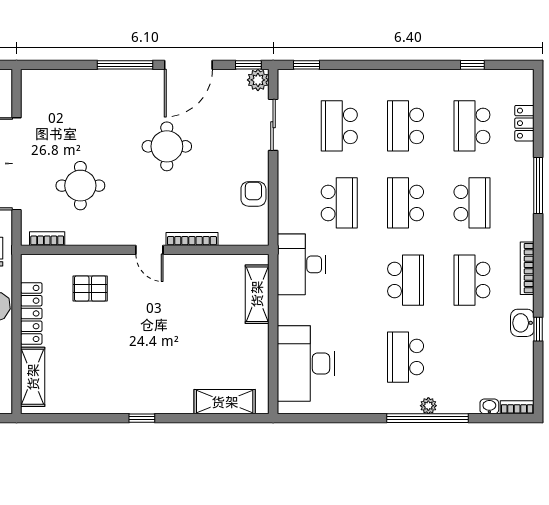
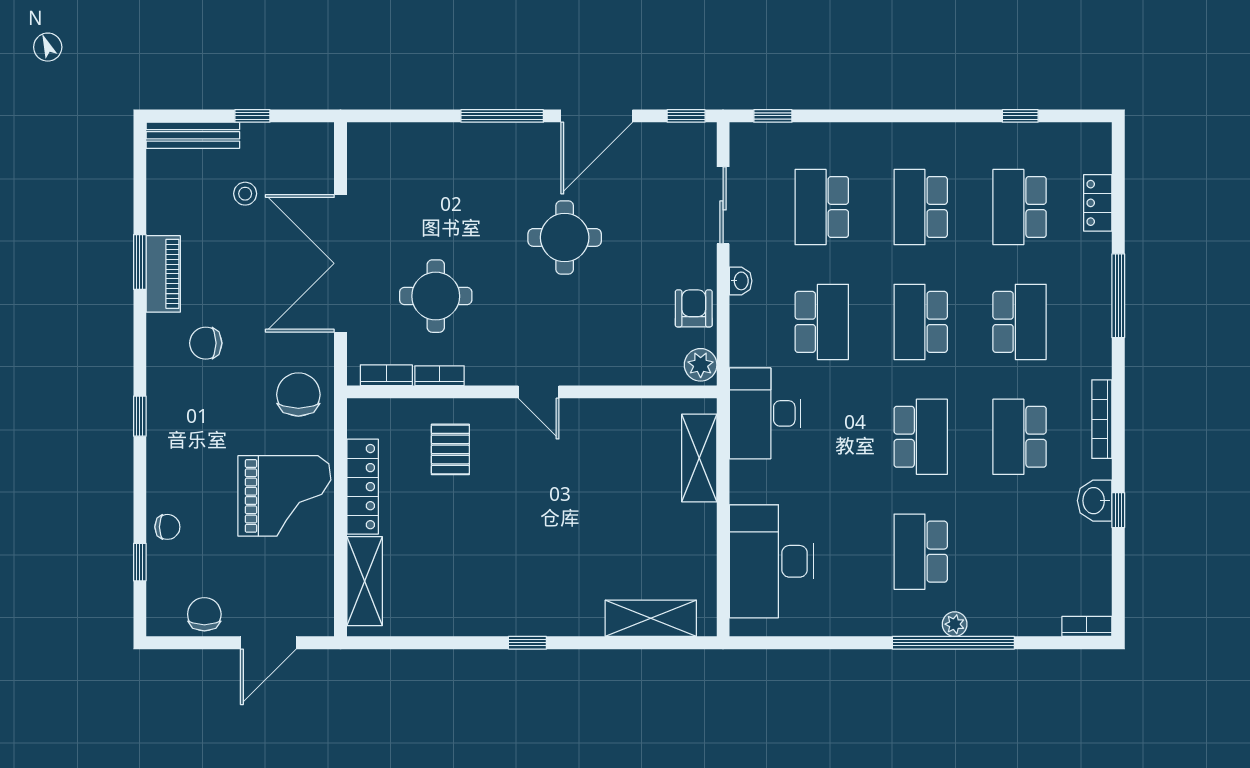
plant: (258, 80) -> (701, 365), moved
bookcase: (192, 239) -> (439, 376), moved, width x0.64
pallet: (90, 289) -> (450, 449), turned 90
washbasin: (489, 406) -> (741, 281), moved, turned 90

